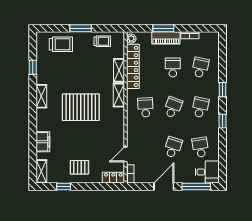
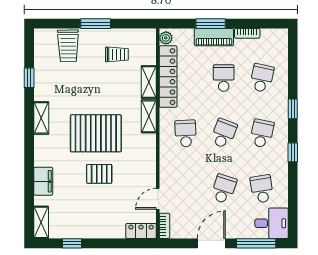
trolley: (102, 41) -> (117, 54), moved
trolley: (61, 44) -> (68, 46), turned 89
pallet: (79, 167) -> (99, 174), moved

